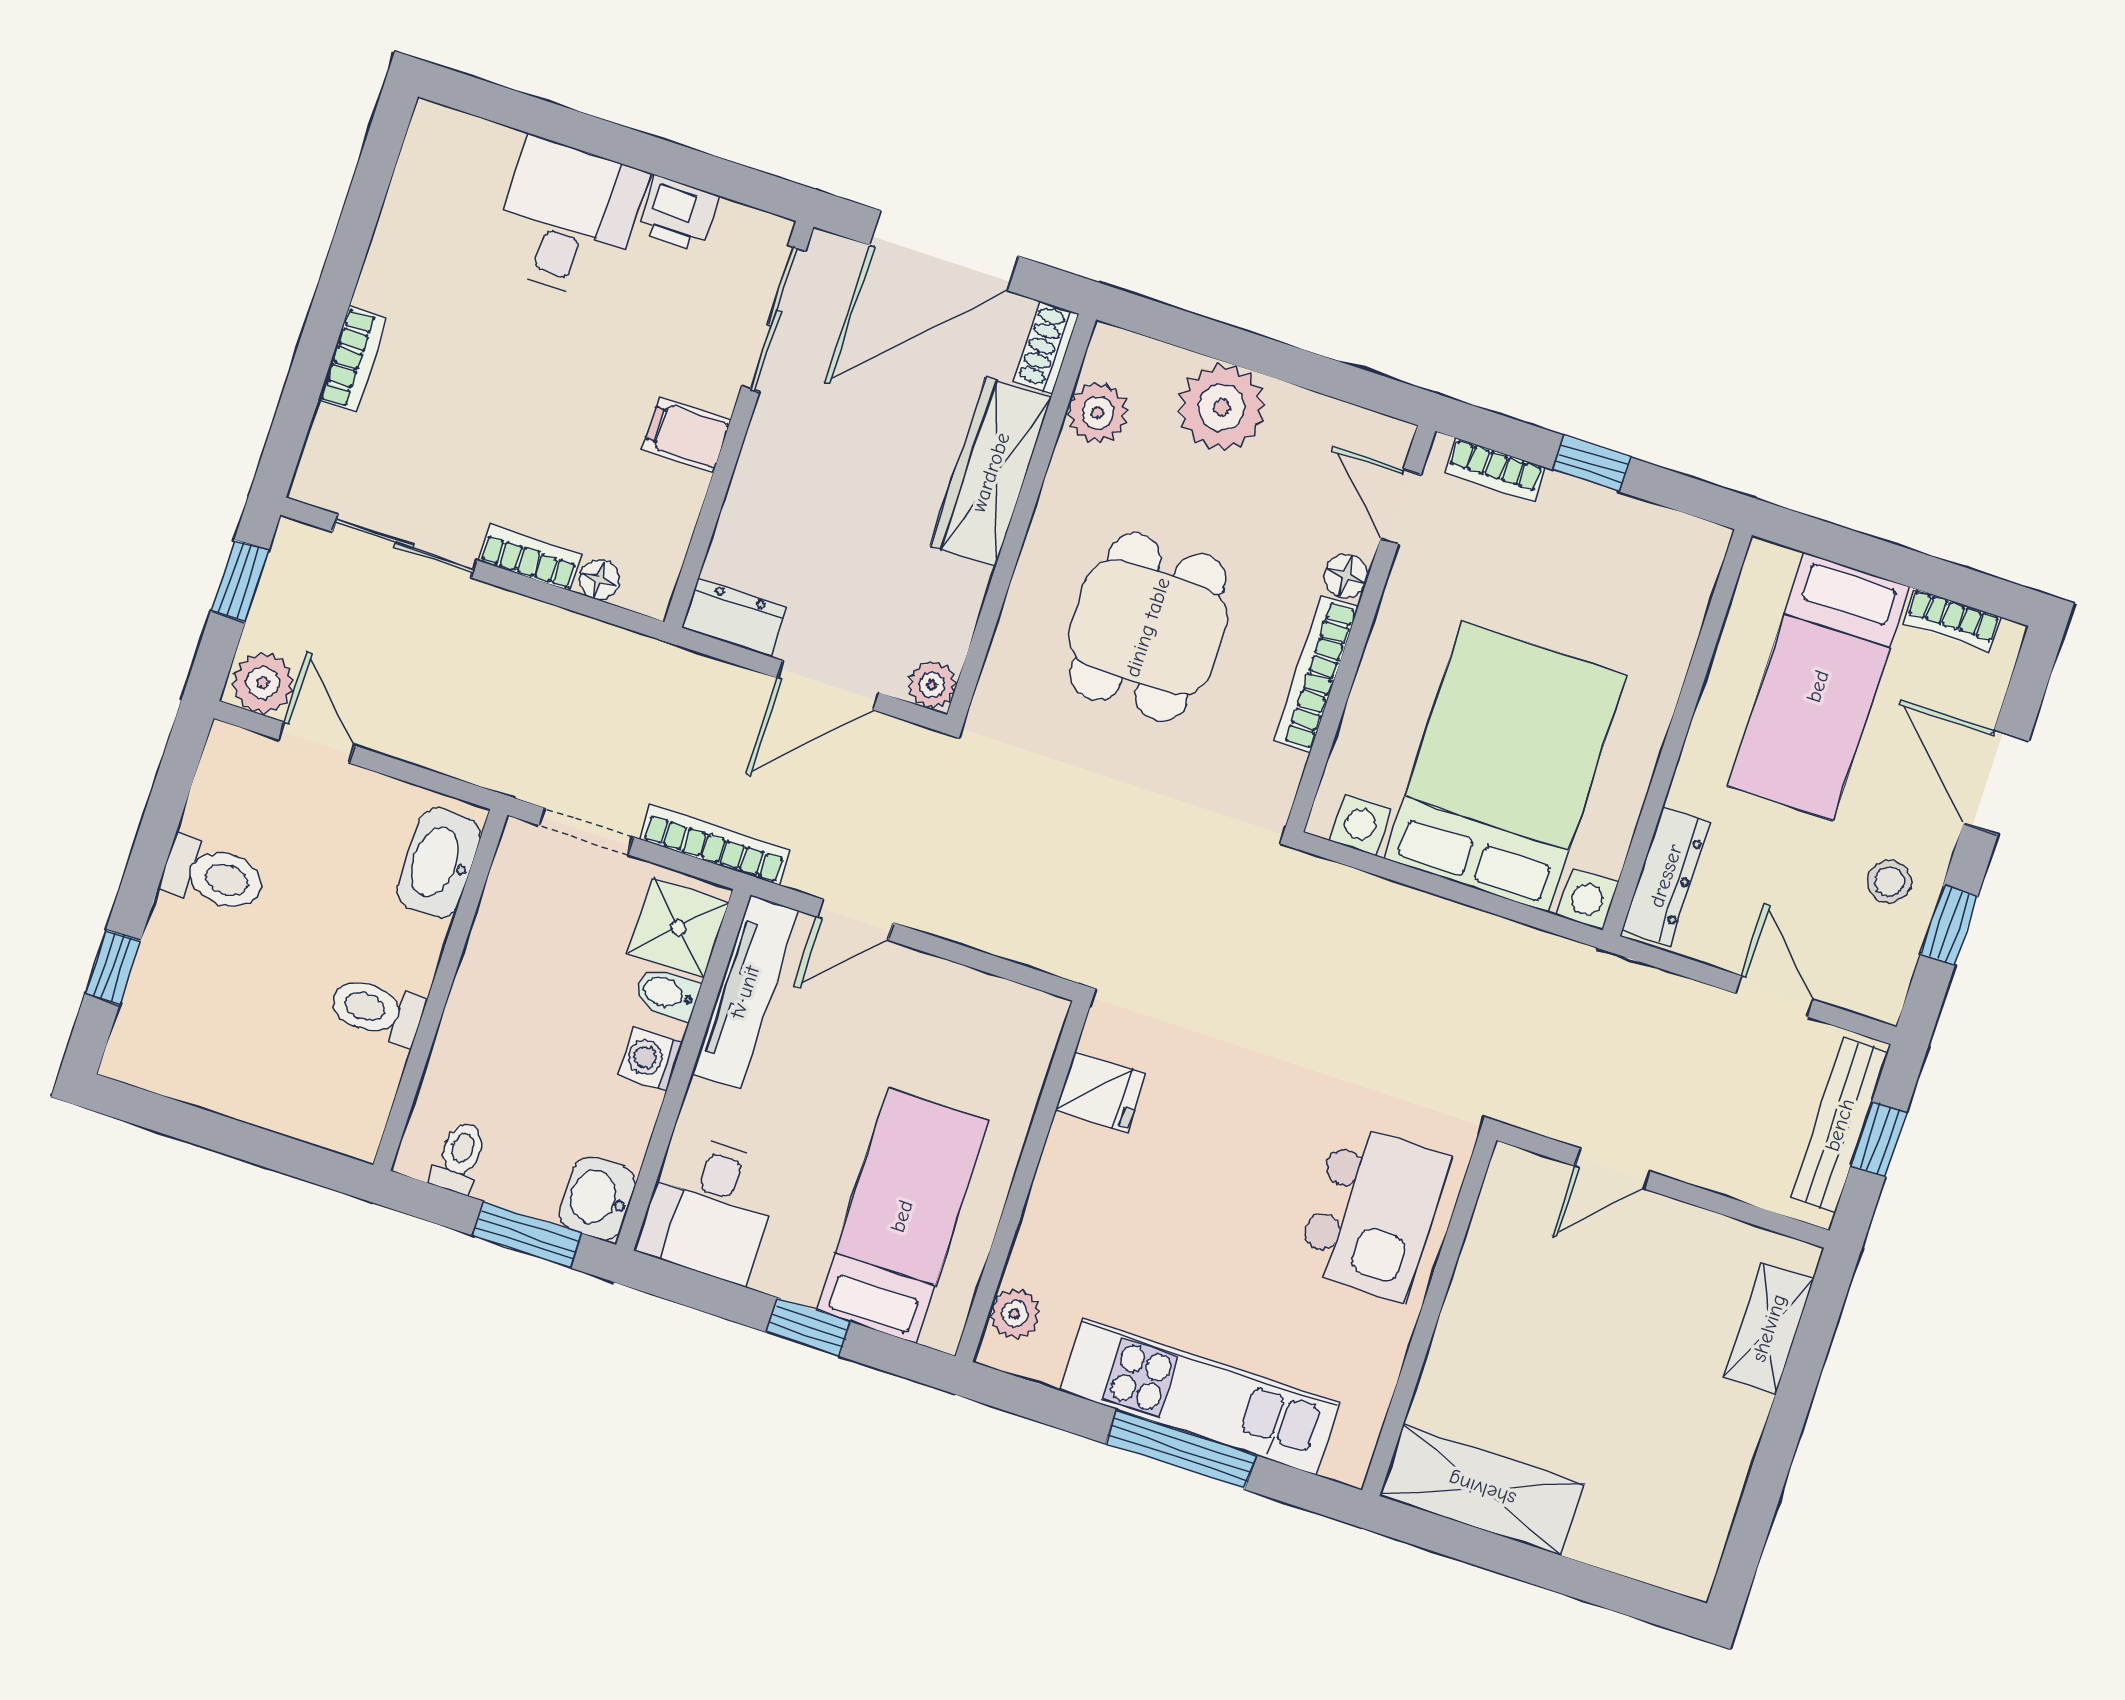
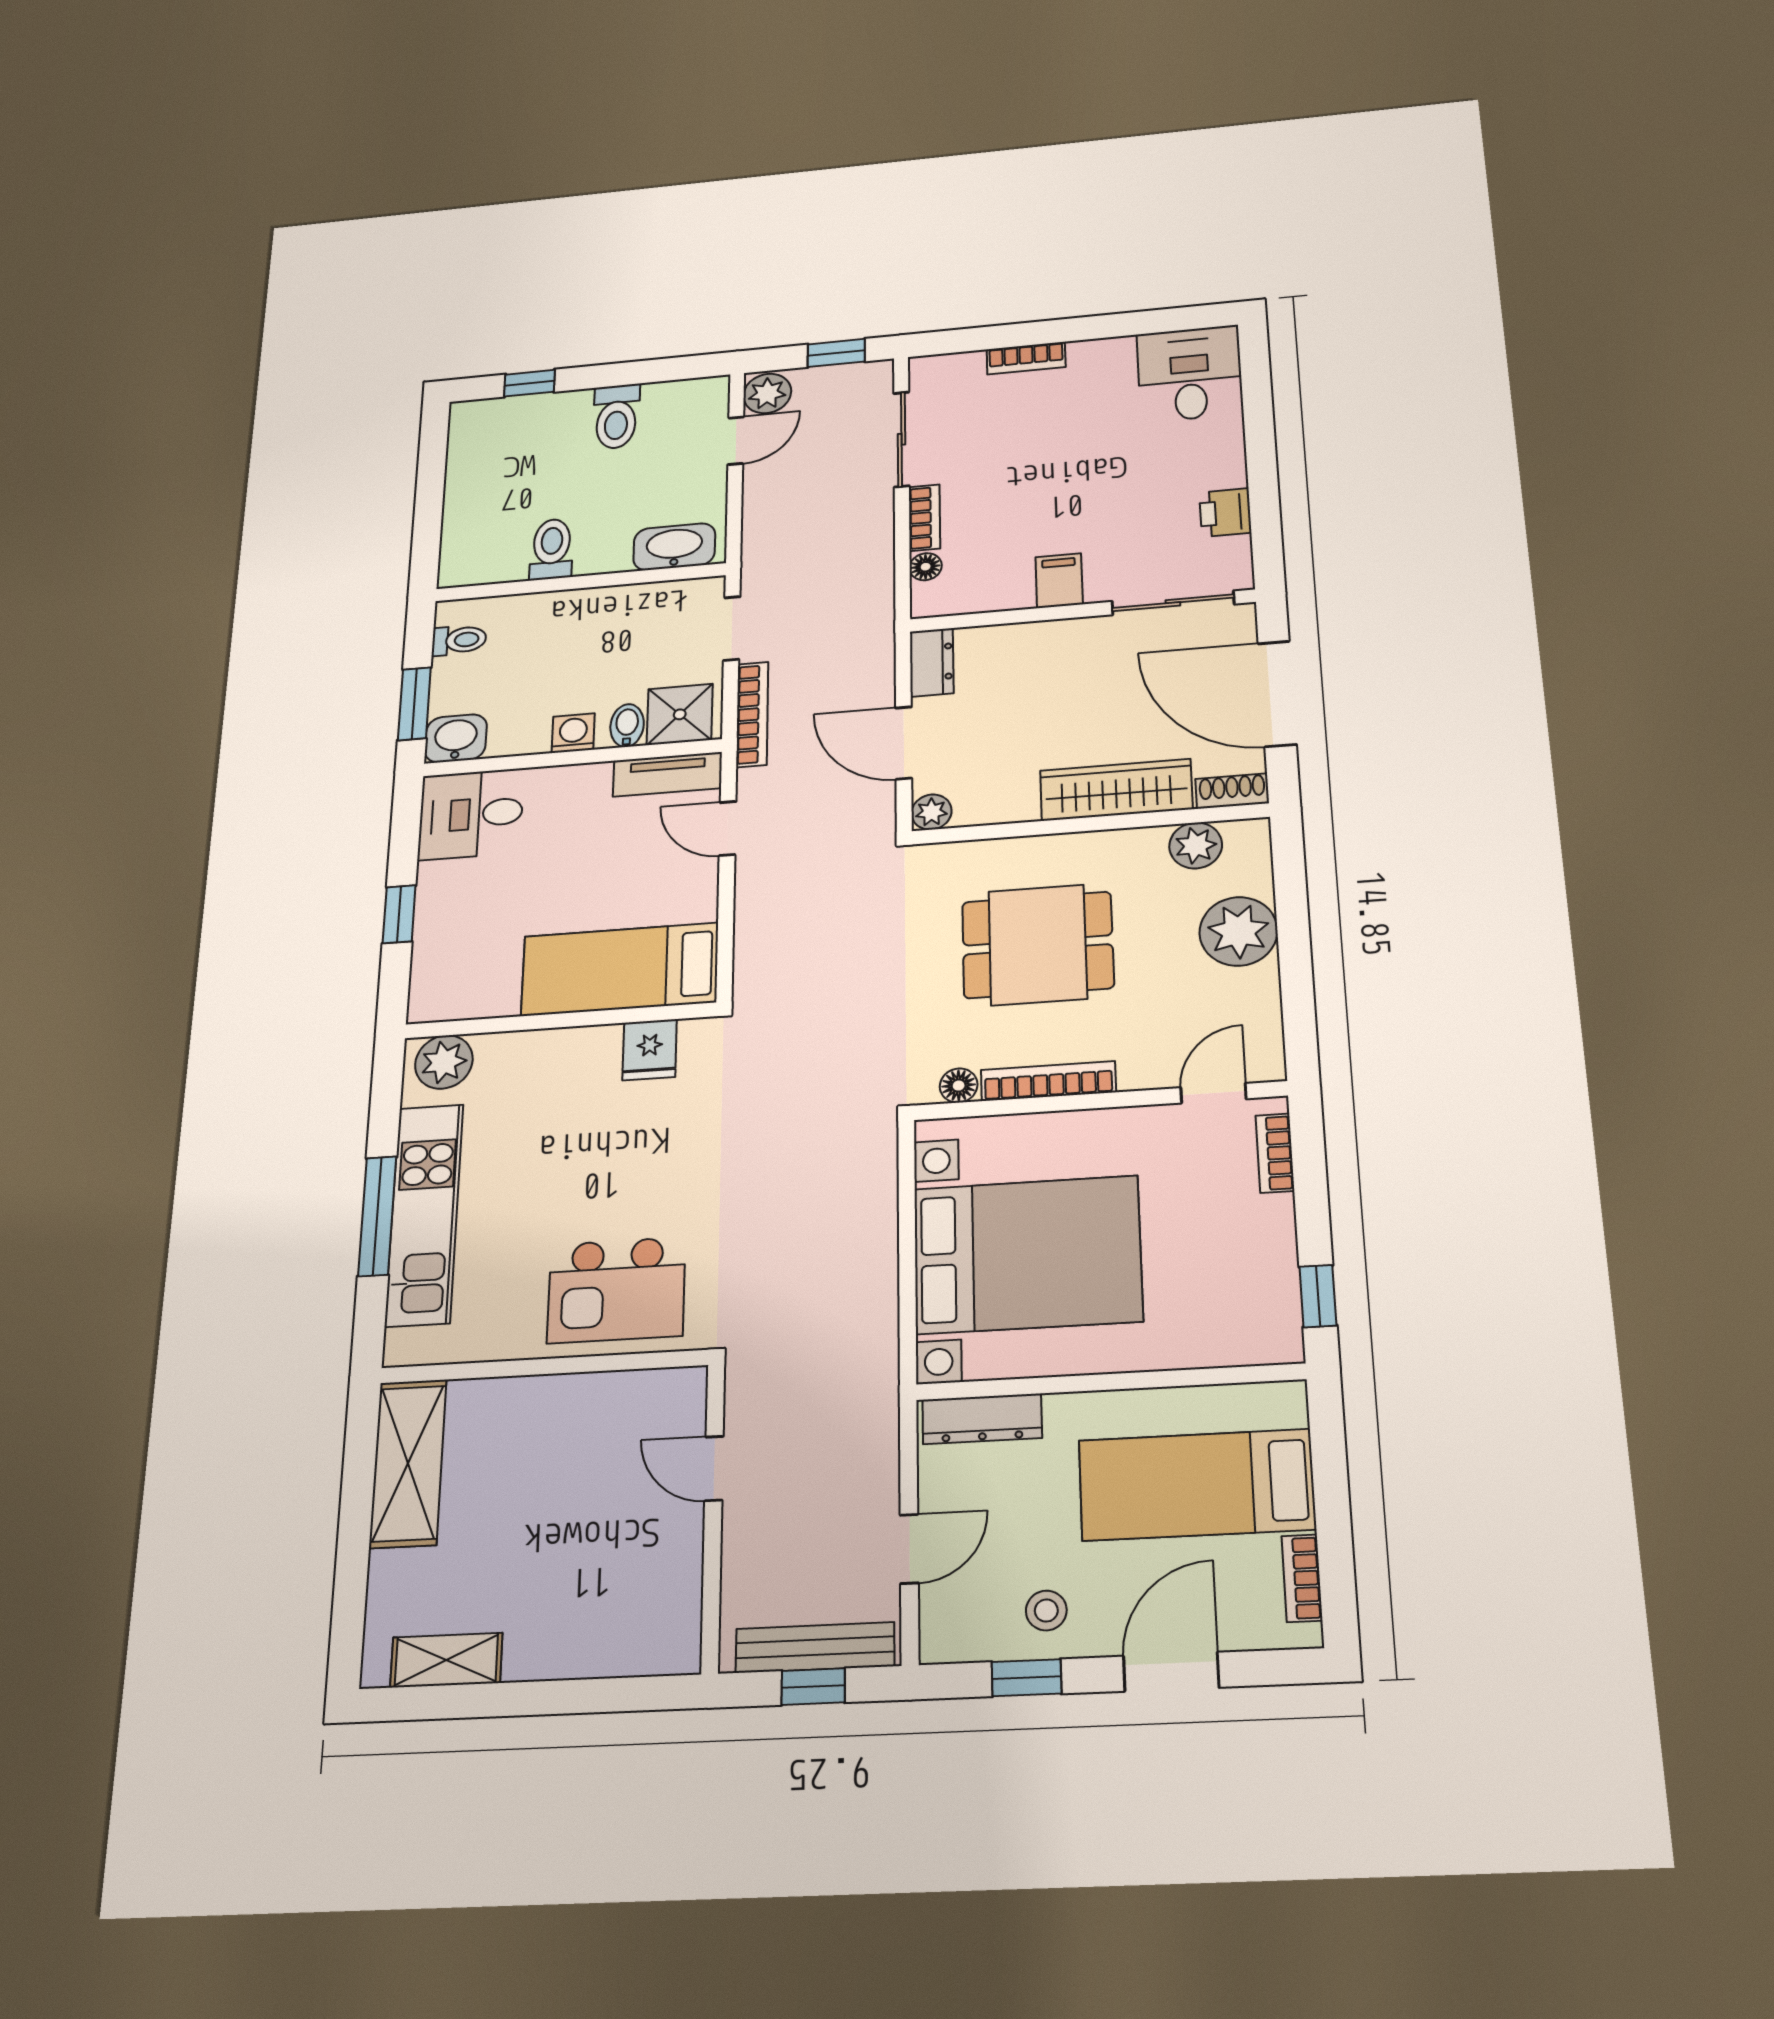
desk: (568, 219) -> (1190, 374), moved, turned -90
window: (1592, 463) -> (1318, 1296), moved
floor lamp: (1346, 576) -> (959, 1086), moved
tv unit: (745, 992) -> (667, 774), width x0.71
bed: (902, 1216) -> (620, 969), moved, turned 180
plant: (1015, 1314) -> (444, 1062), width x1.38, depth x1.38
shelving: (1769, 1328) -> (446, 1660), moved

